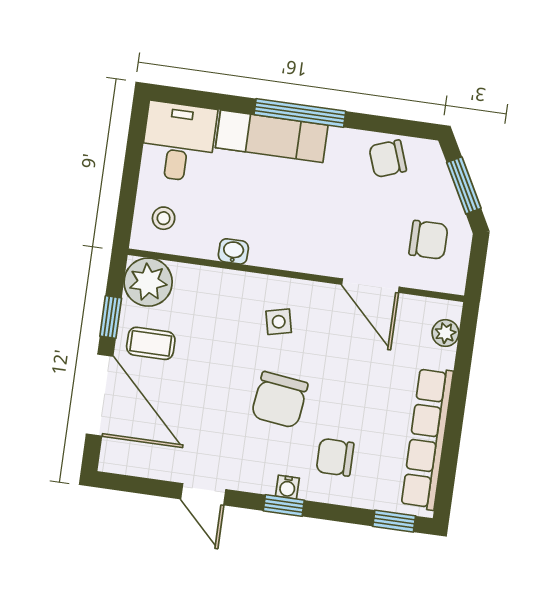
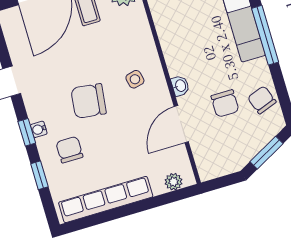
chair: (428, 240) -> (225, 103), moved
washbasin: (233, 251) -> (180, 86), moved
window: (394, 521) -> (39, 175), moved

